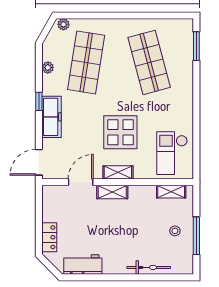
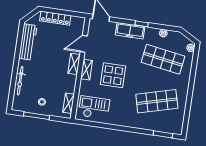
door: (81, 182) -> (84, 44), swing flipped
locker: (49, 237) -> (55, 18), width x1.53
workbench: (83, 264) -> (28, 42), width x1.38

